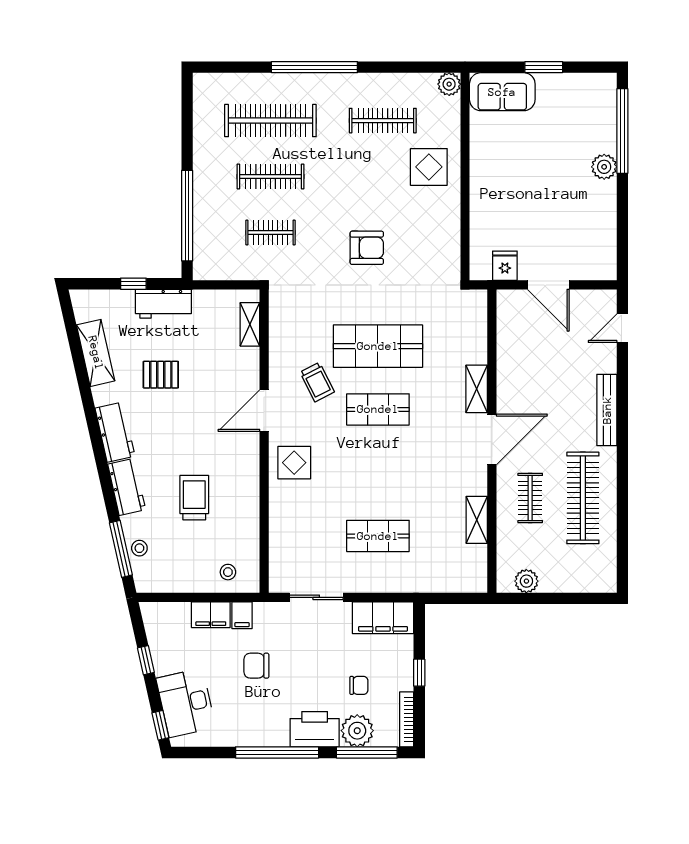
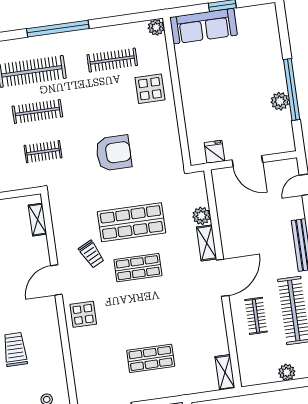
sofa: (502, 92) -> (204, 26), width x1.36
window: (622, 131) -> (292, 89), moved
plant: (604, 167) -> (280, 101), moved
armchair: (367, 248) -> (114, 153), width x1.36, depth x1.36
plant: (475, 351) -> (201, 216), added
shelving: (477, 520) -> (225, 372), moved
plant: (526, 581) -> (287, 372), moved

